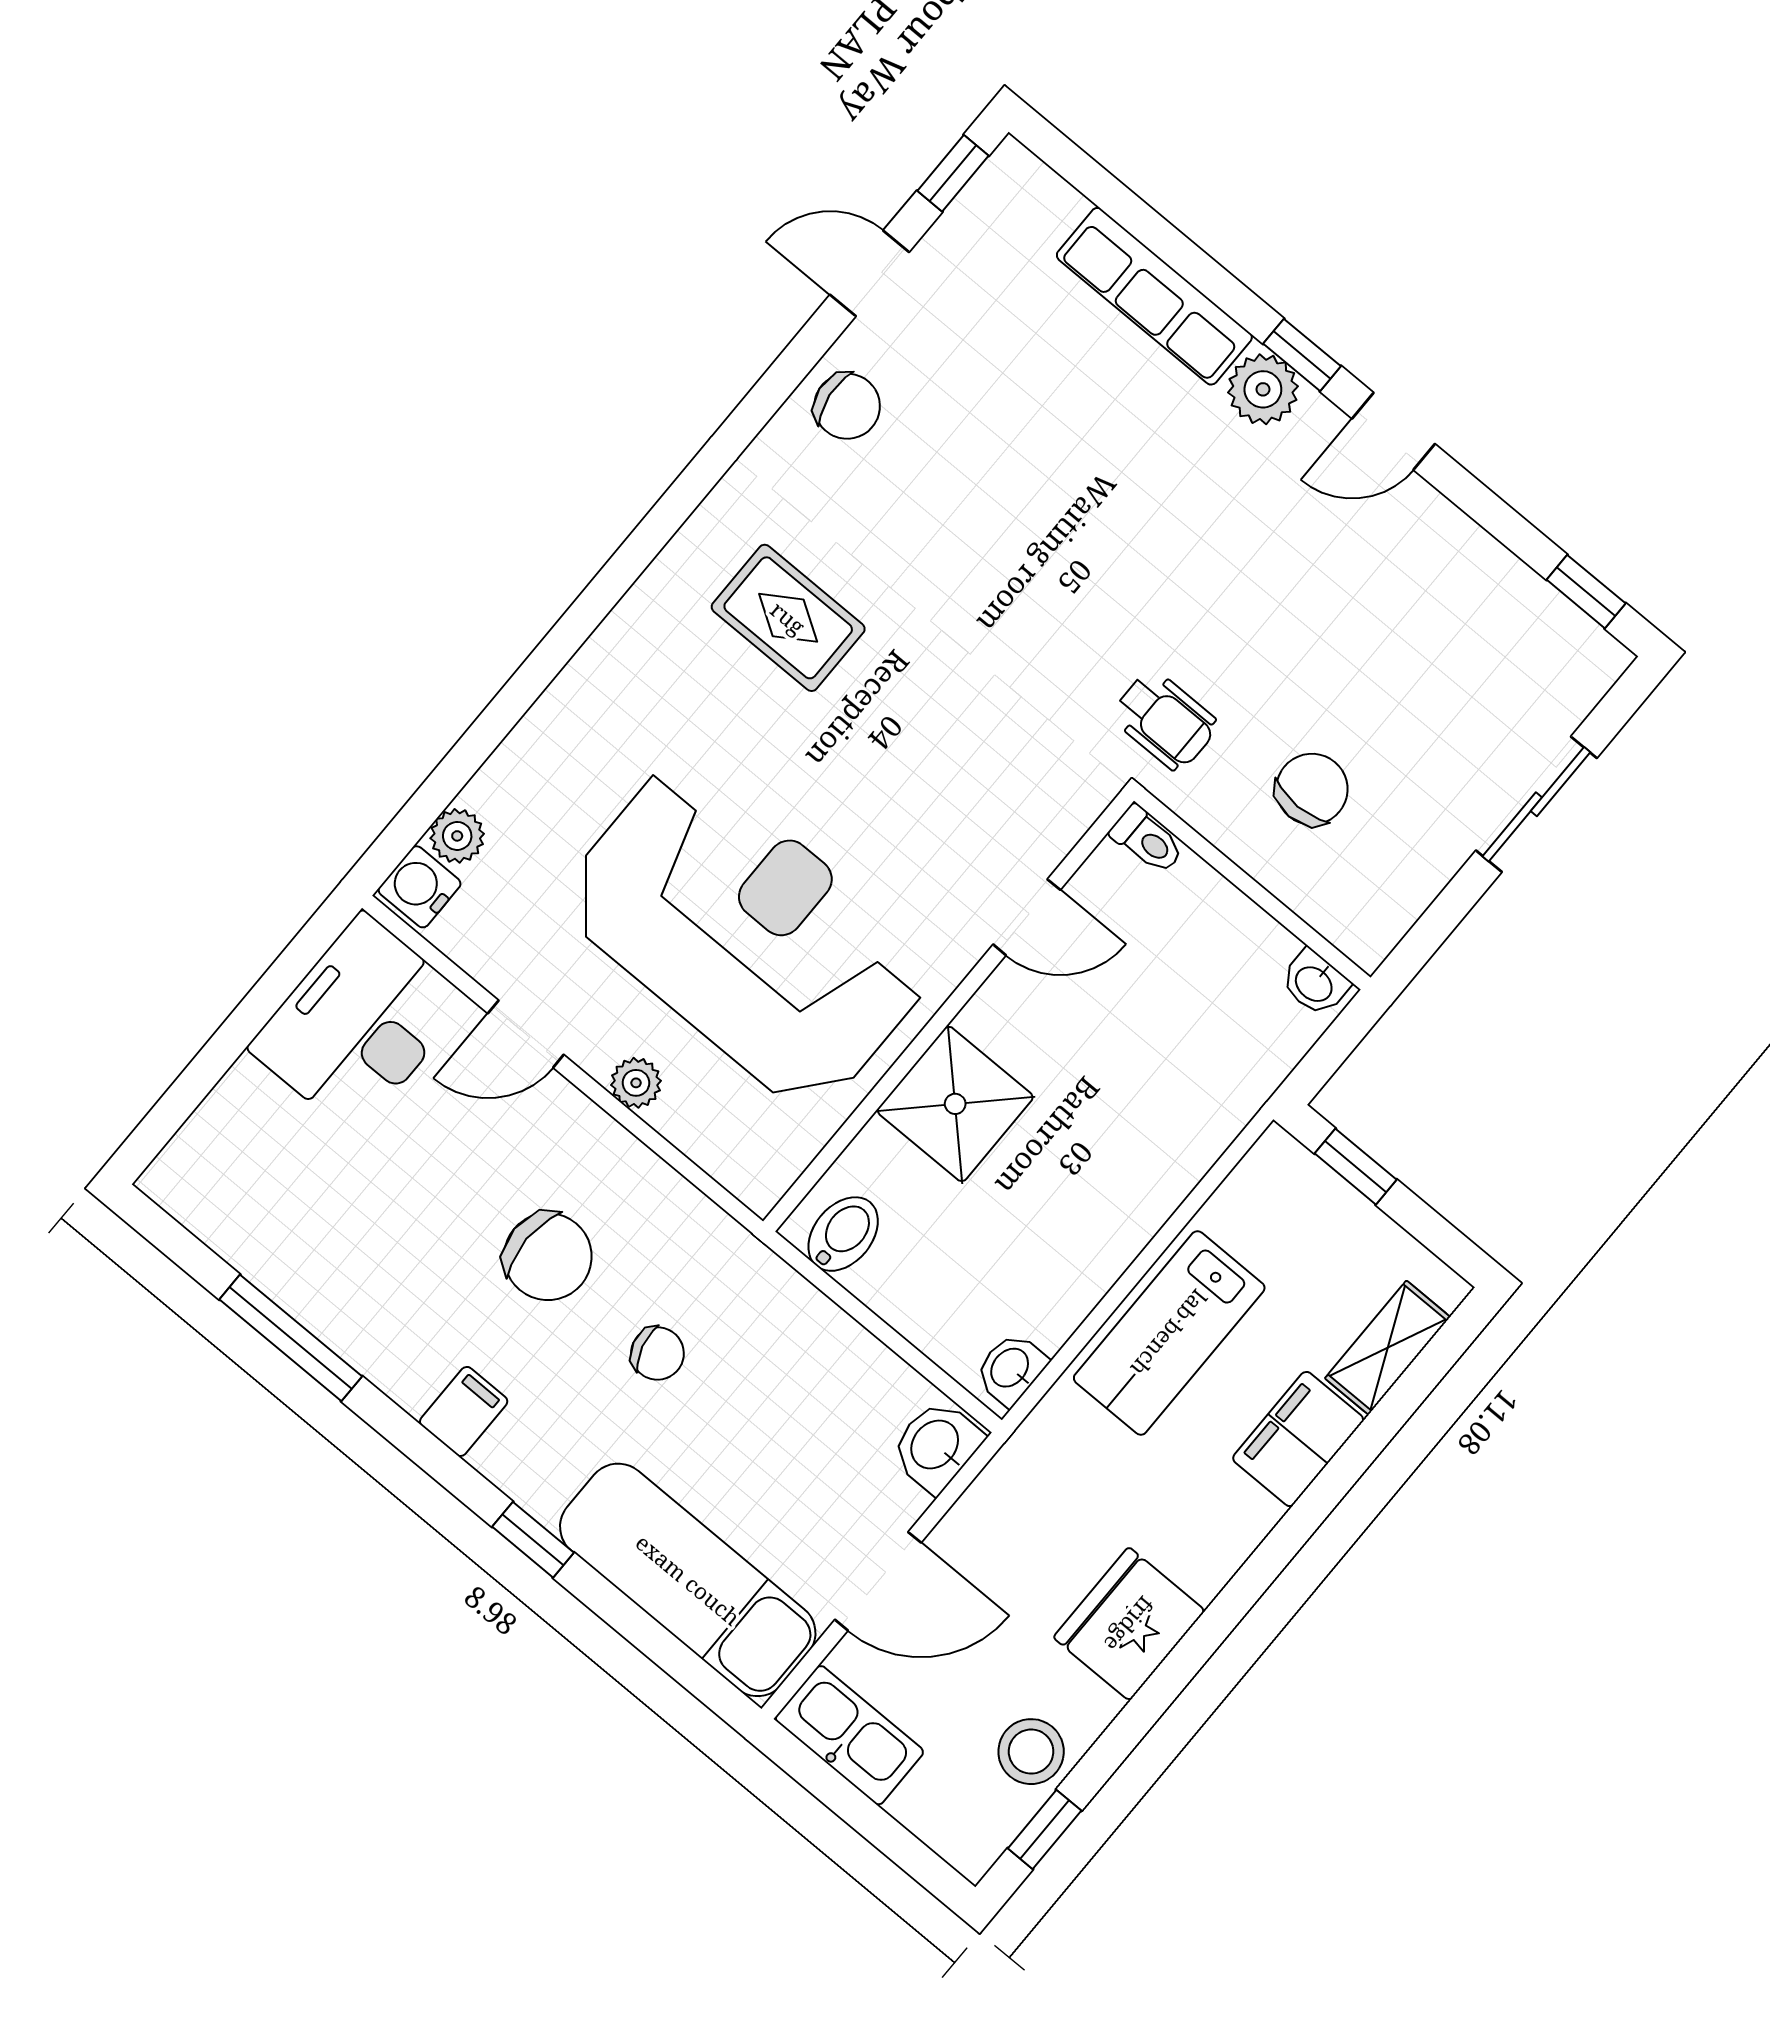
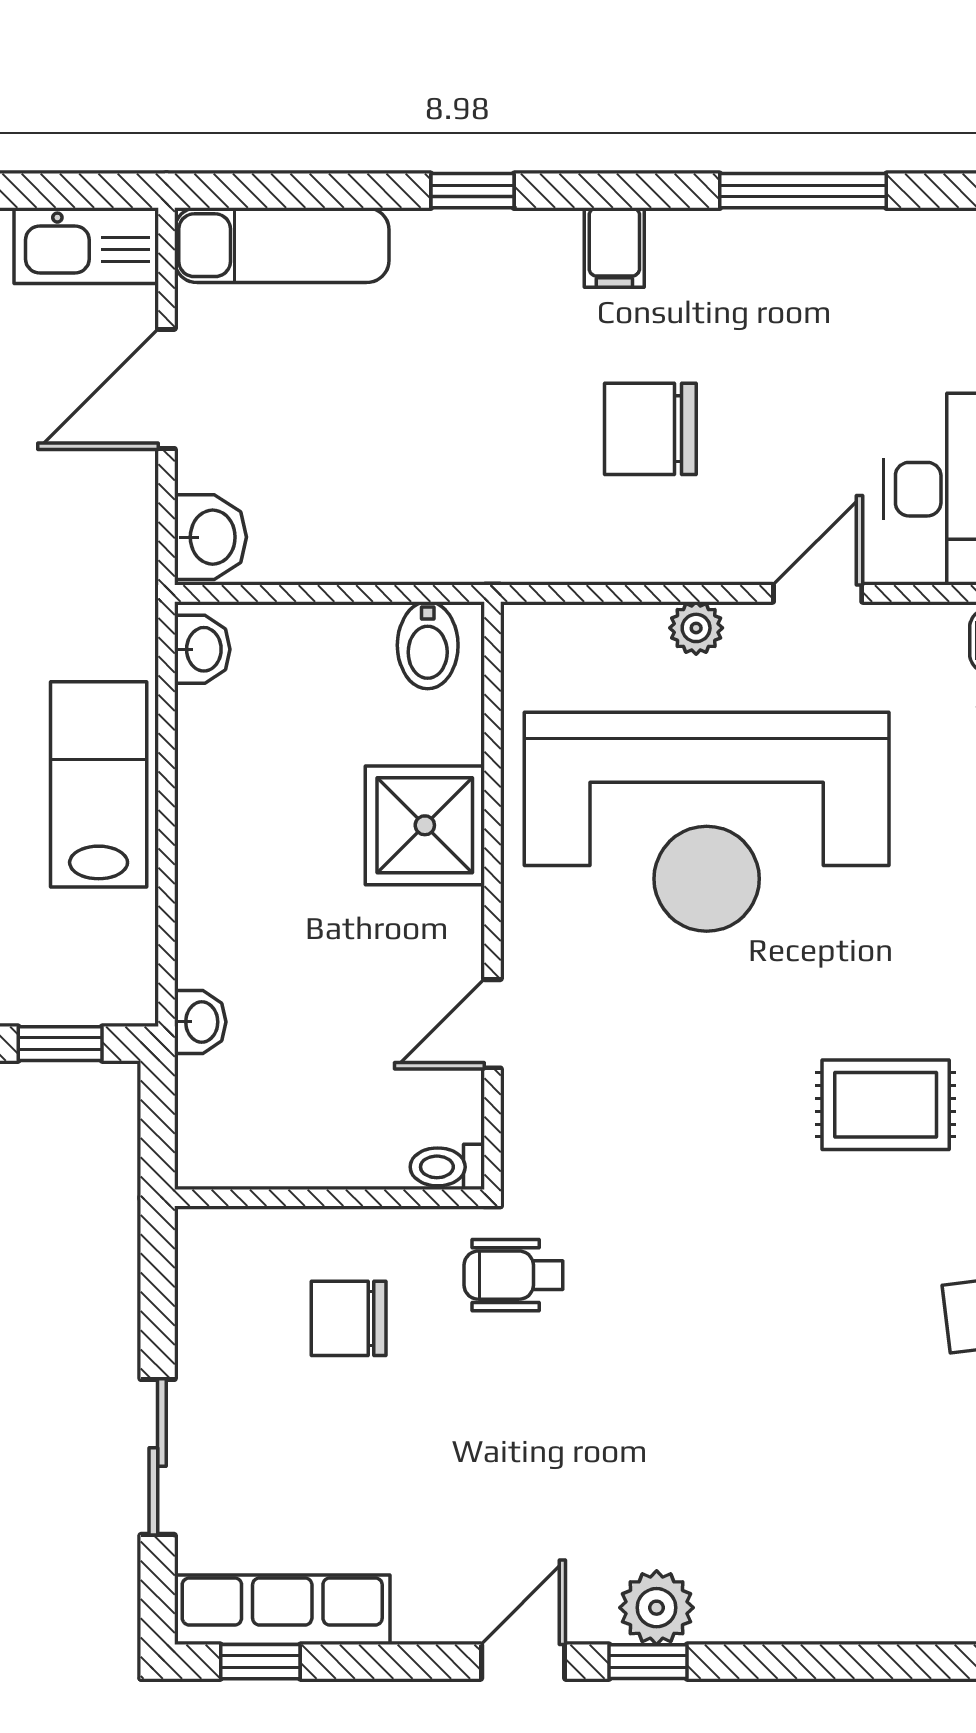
row of seats: (1154, 296) -> (282, 1610), moved
chair: (1312, 789) -> (349, 1318), turned 90
washbasin: (1315, 983) -> (200, 1022), moved, turned 90
chair: (657, 1353) -> (497, 424), removed
exam couch: (688, 1580) -> (282, 245), width x0.73, depth x0.69

